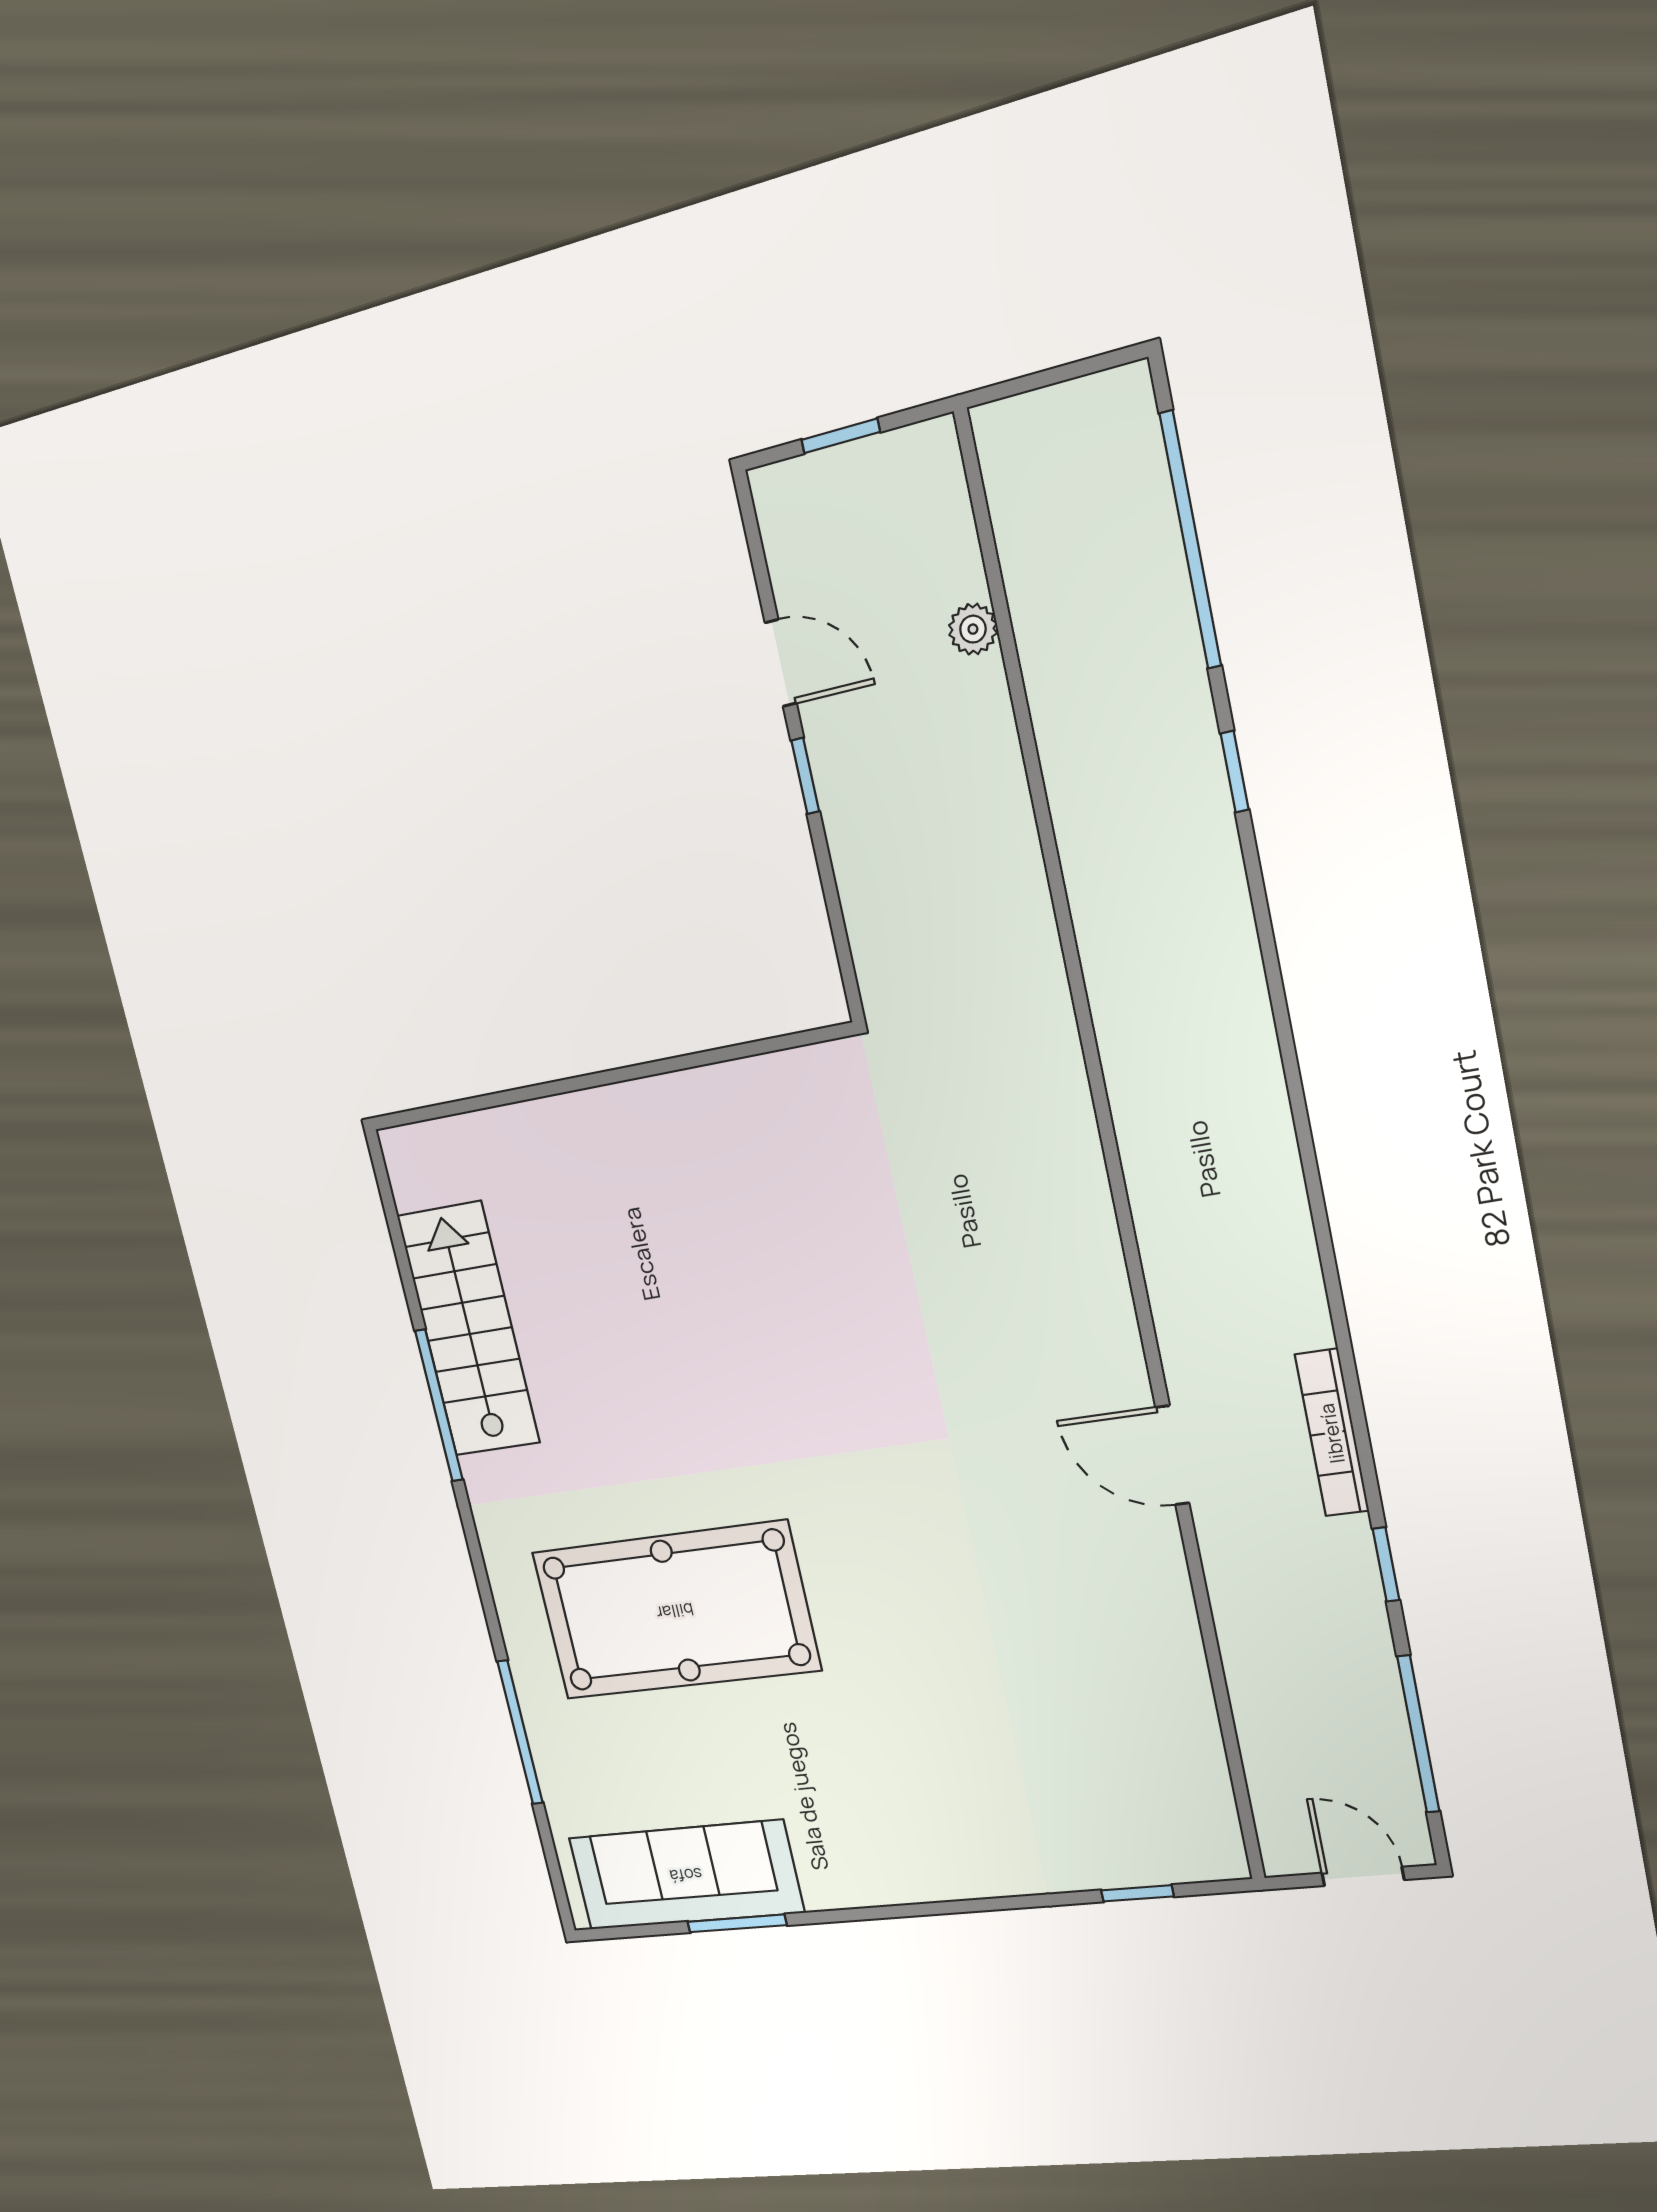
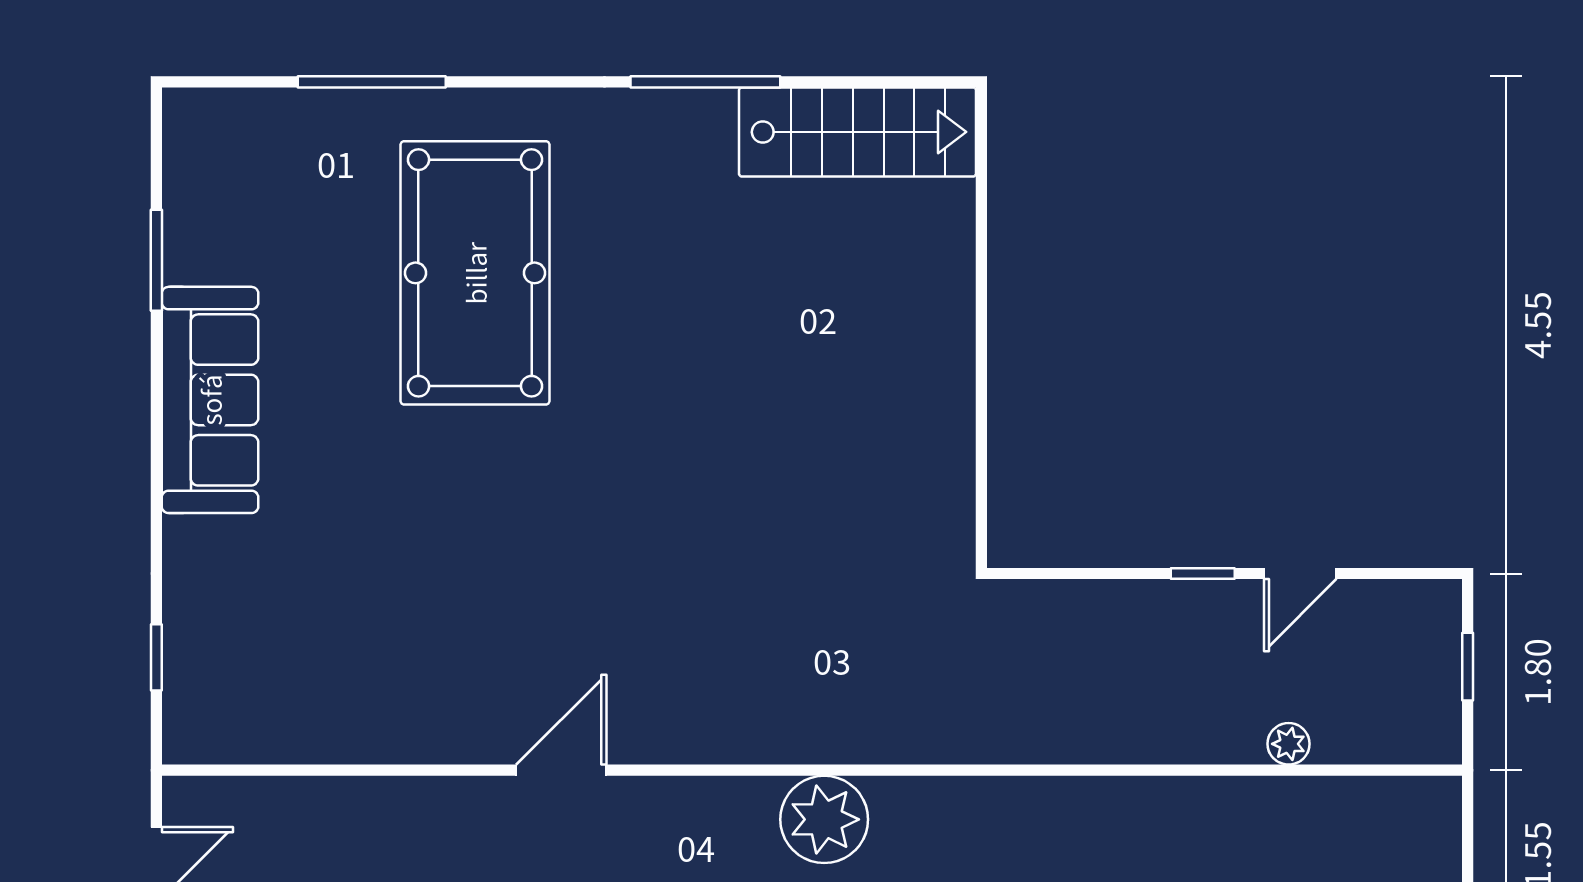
plant: (1169, 1154) -> (824, 819), added
stairs: (469, 1329) -> (857, 132), moved
sofa: (686, 1875) -> (210, 400), moved

